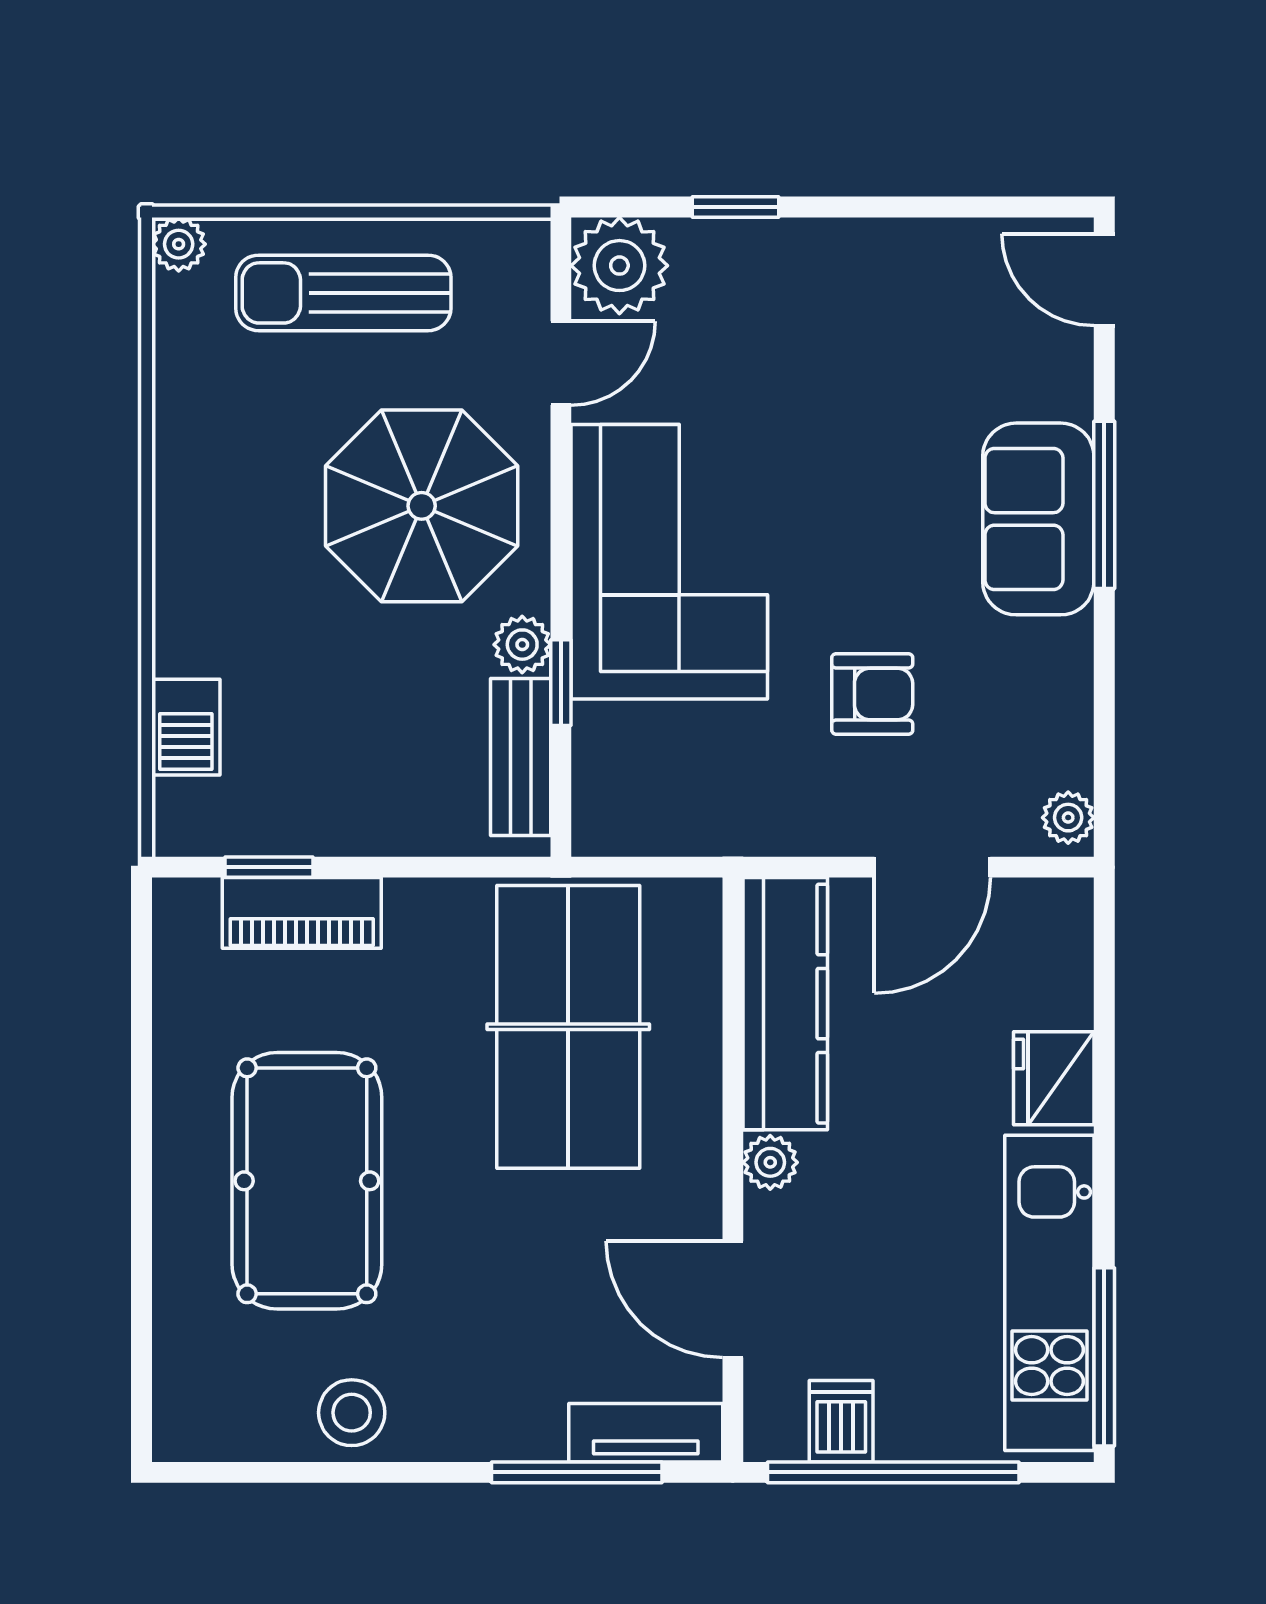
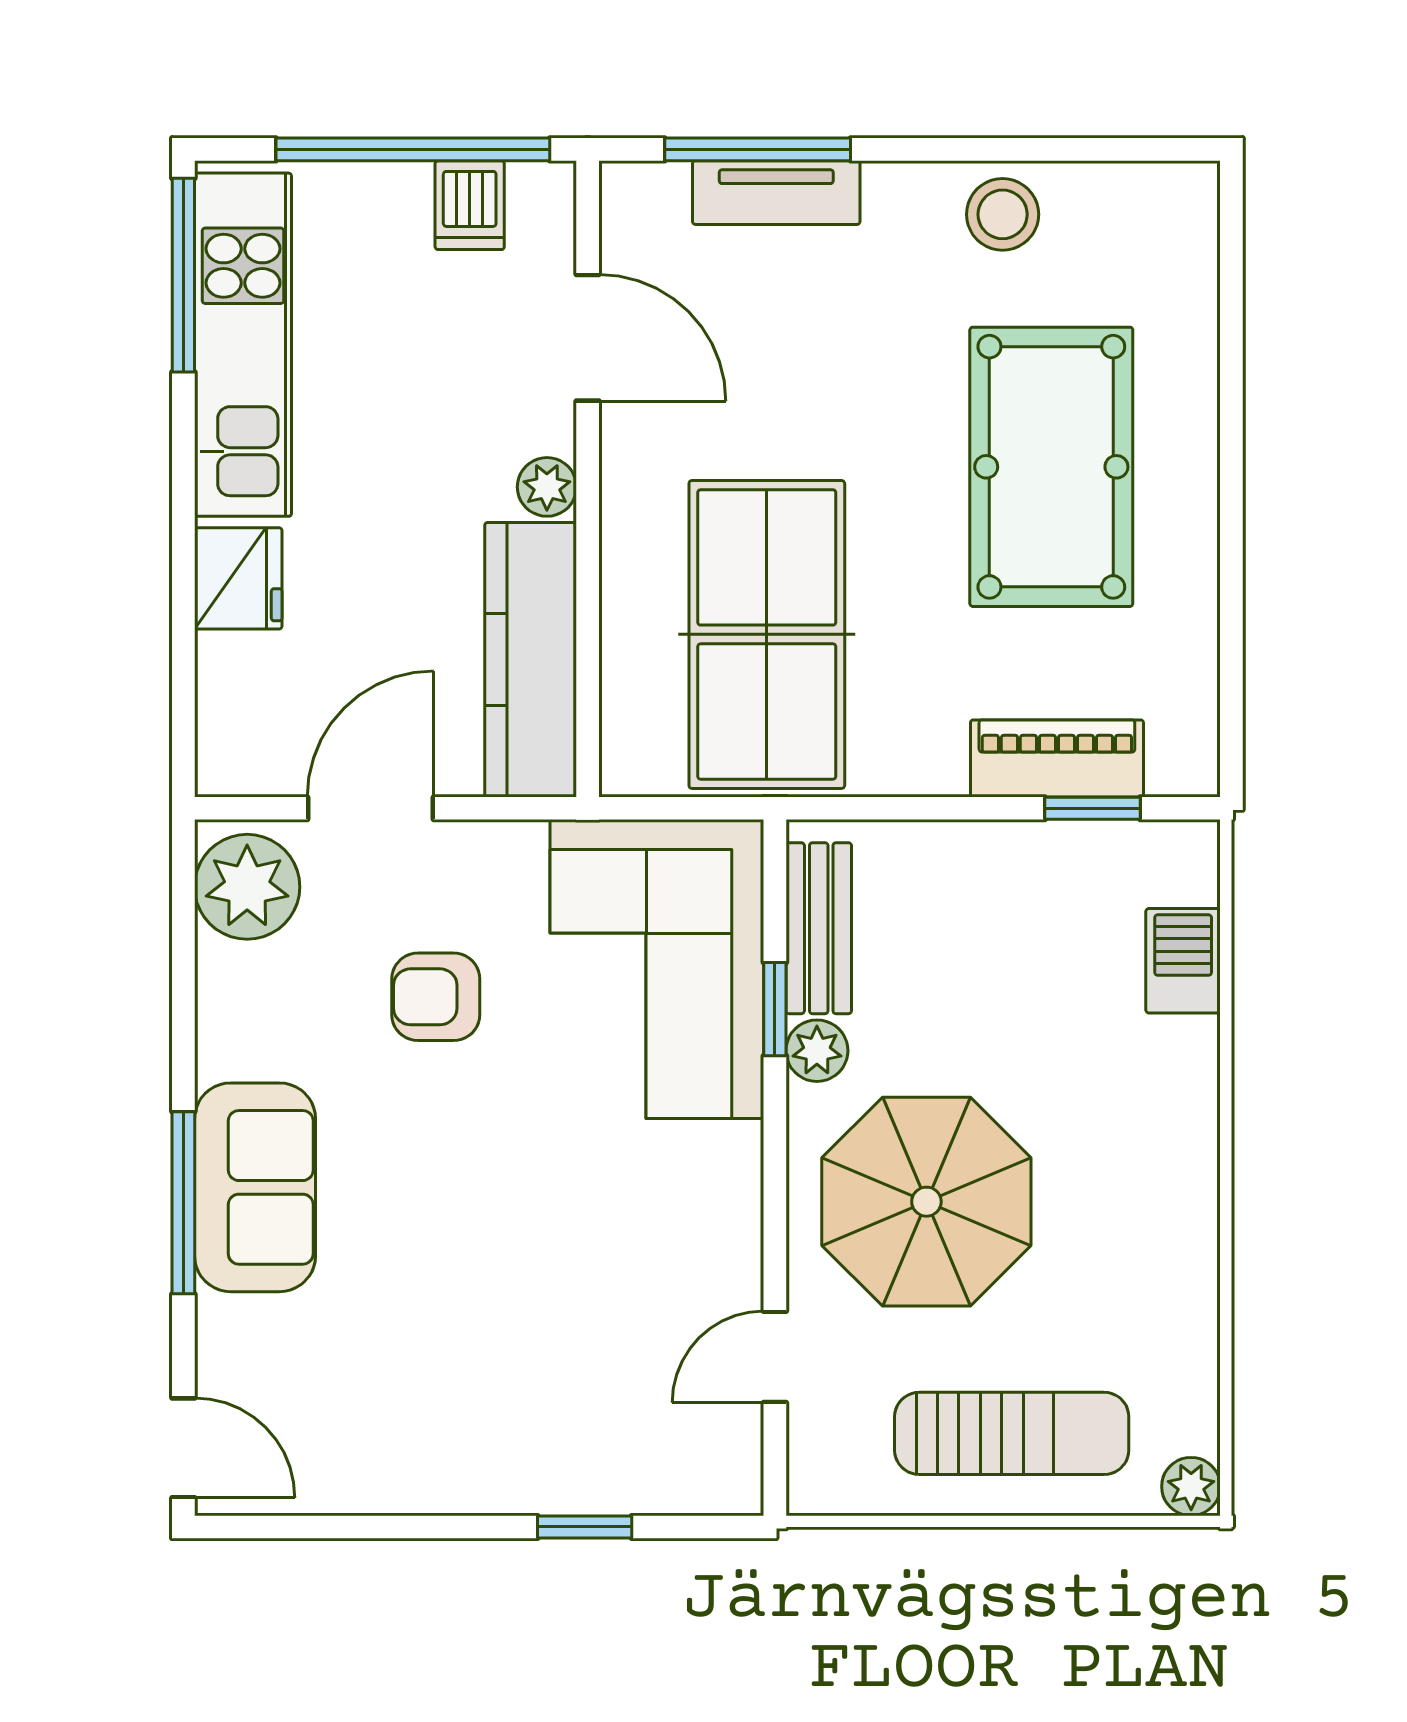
plant: (619, 266) -> (711, 1463), removed
corner sofa: (669, 562) -> (657, 969), moved
plant: (1068, 818) -> (247, 887), width x1.87, depth x1.87
tv unit: (646, 1433) -> (776, 193), moved

